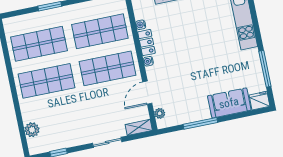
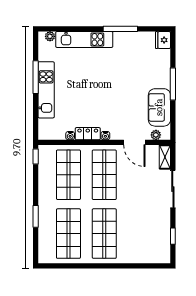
window: (265, 69) -> (120, 29), moved
sofa: (229, 103) -> (159, 107), moved
window: (200, 123) -> (173, 84), moved
plant: (32, 130) -> (147, 256), removed
sliding door: (107, 142) -> (173, 189), width x1.37

